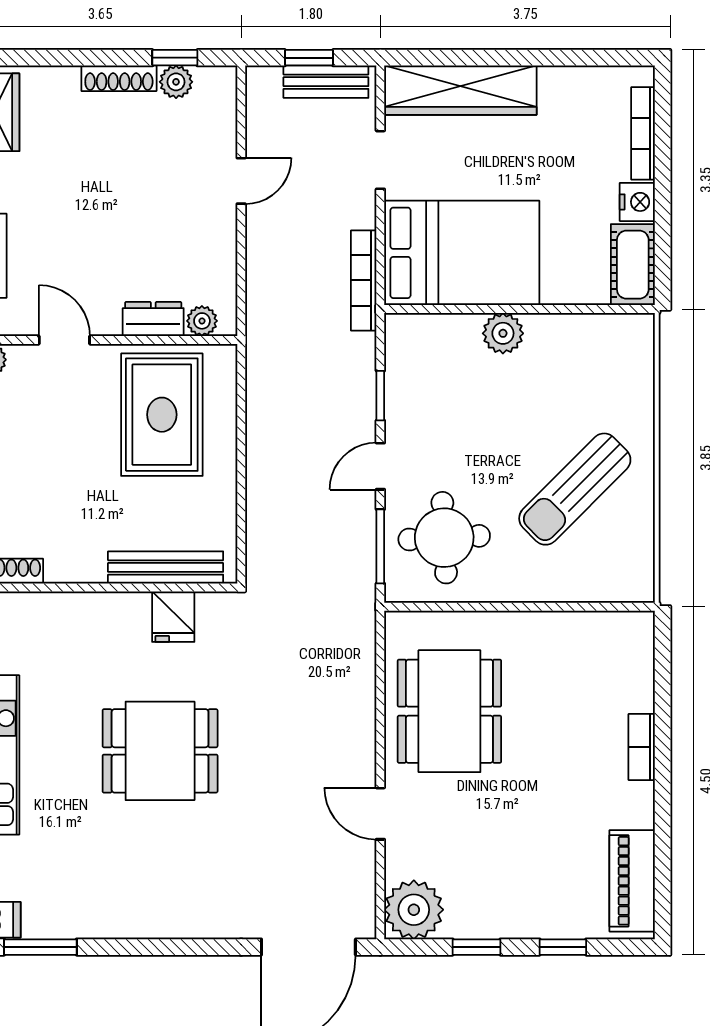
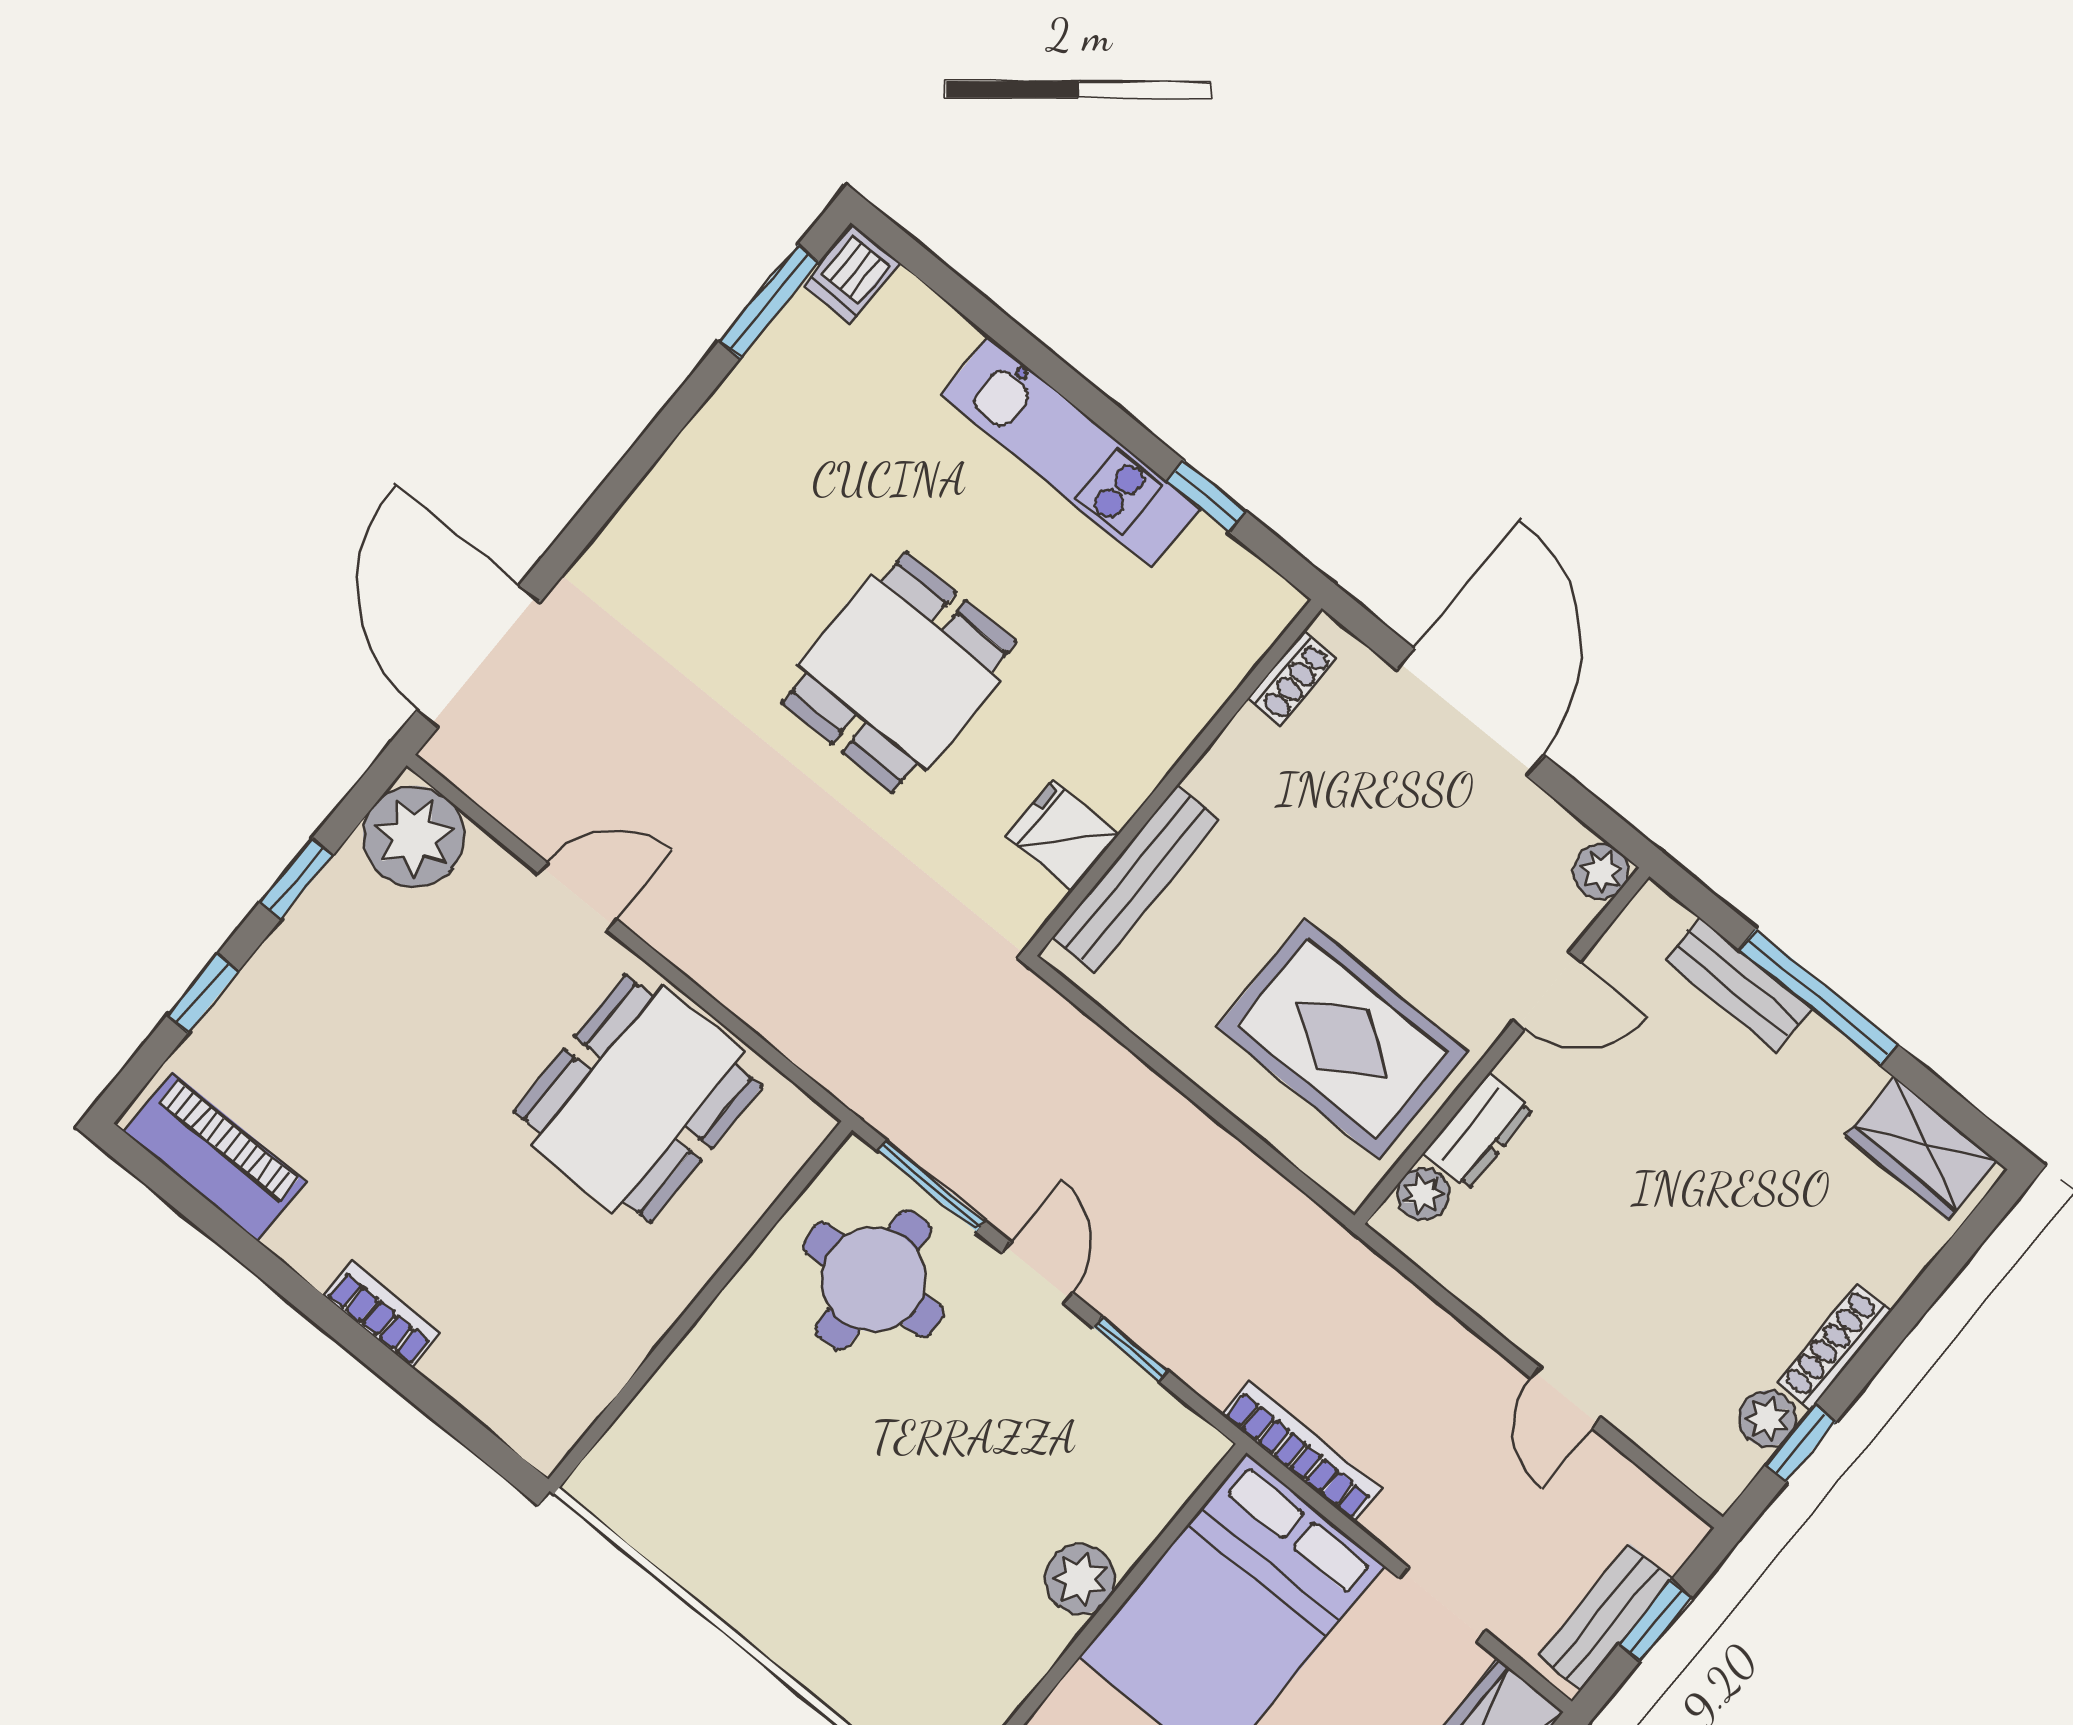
sun lounger: (575, 489) -> (796, 1505), removed
dining table: (449, 711) -> (638, 1099), turned 90

